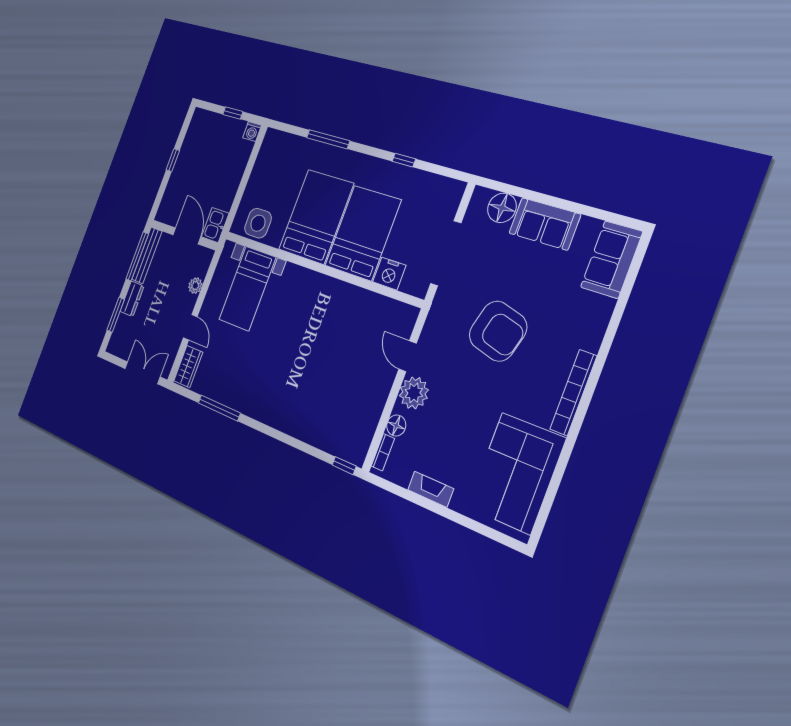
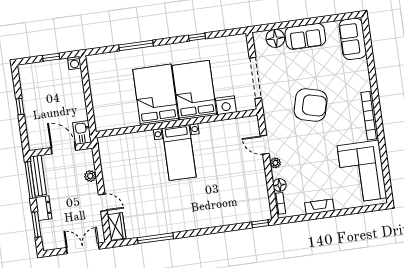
side table: (258, 223) -> (115, 117), removed
bed with nightstands: (247, 289) -> (179, 153), moved
plant: (414, 393) -> (275, 163), width x0.53, depth x0.53

